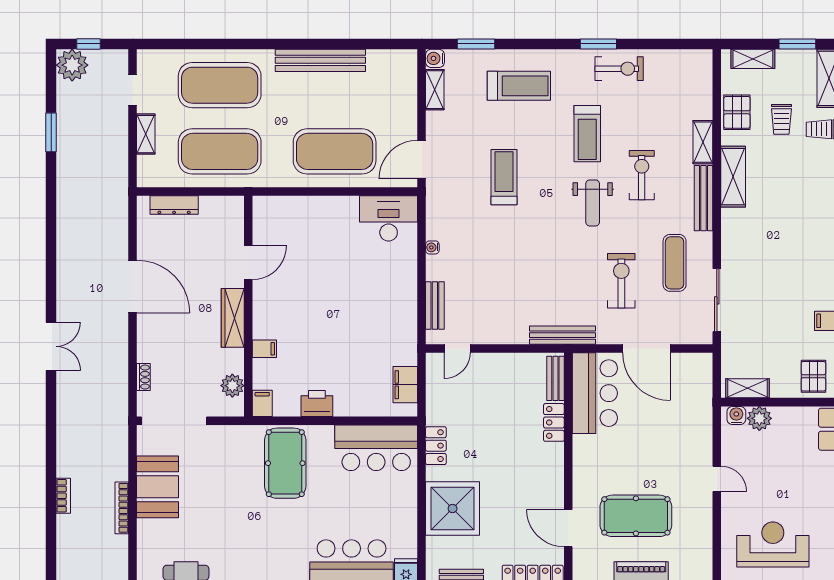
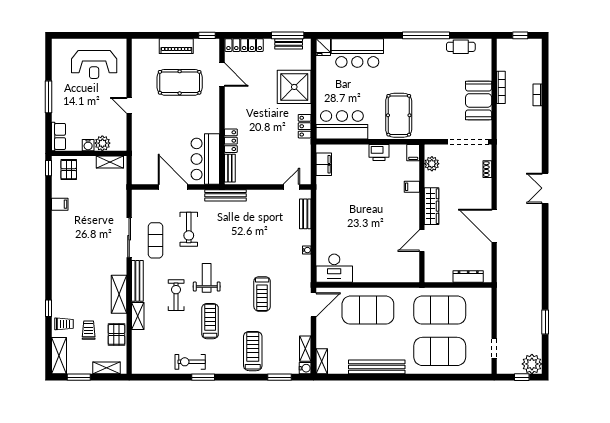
treadmill: (519, 86) -> (253, 351), turned 90
shelving: (146, 134) -> (322, 361), moved
exercise bike: (642, 175) -> (176, 295), turned 180
sliding door: (717, 300) -> (129, 238), moved
water cooler: (736, 415) -> (88, 145), moved

